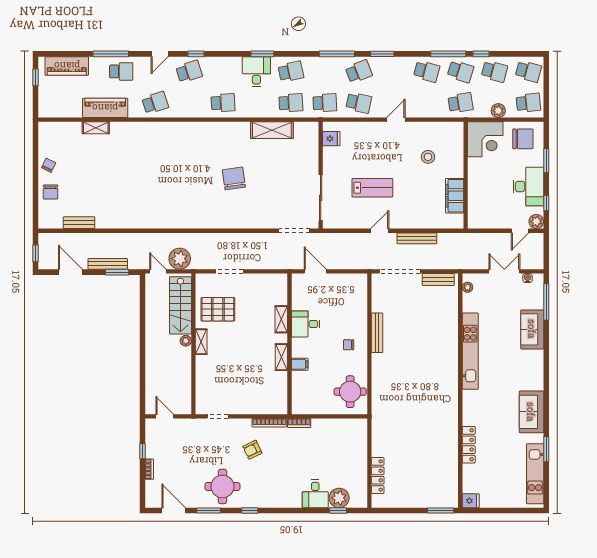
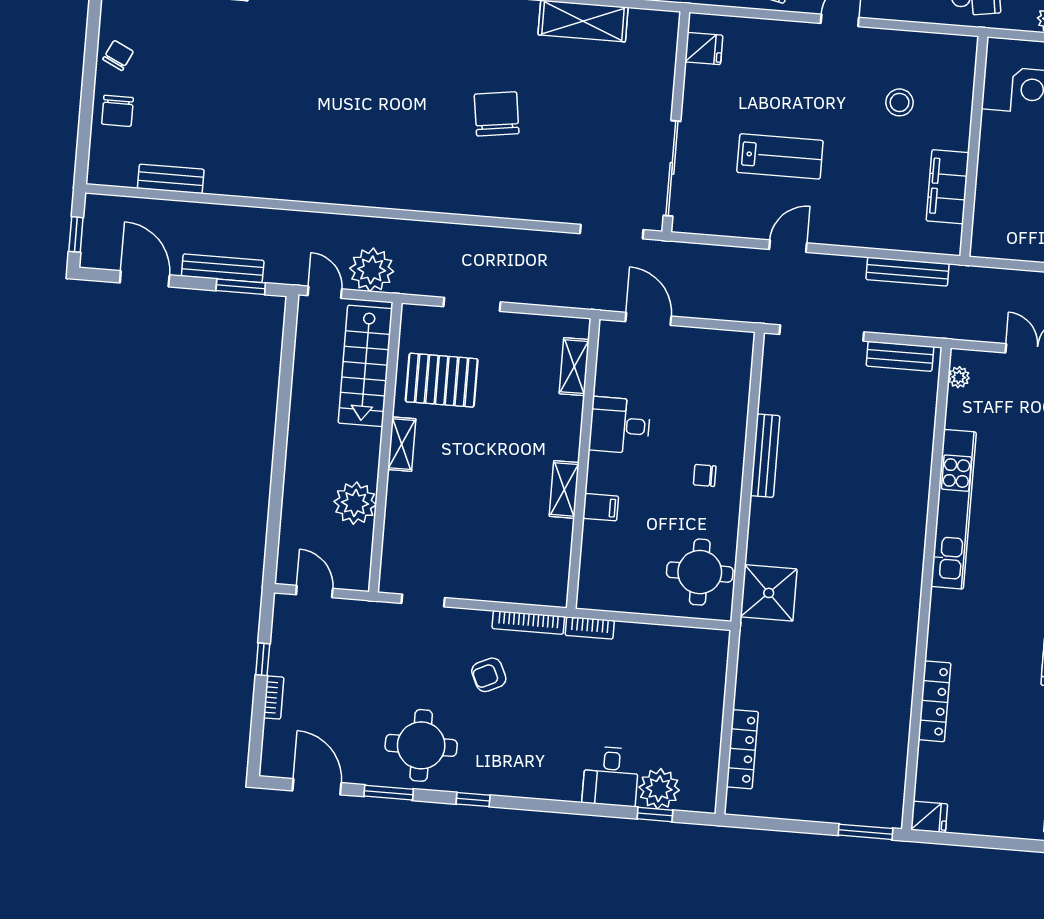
bench: (417, 238) -> (907, 272), moved
shelving: (281, 319) -> (574, 367), moved
plant: (186, 341) -> (355, 503), moved, width x1.87, depth x1.87
shower: (384, 399) -> (769, 593), added

